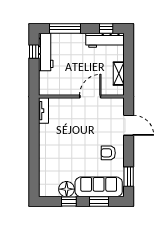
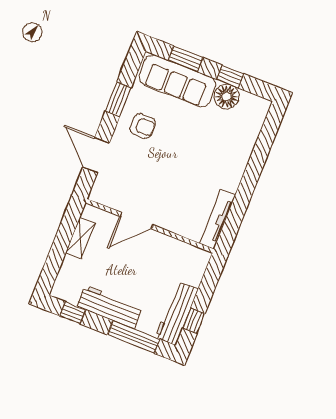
workbench: (105, 40) -> (109, 307), moved
tv unit: (44, 111) -> (218, 219), width x1.41
window: (129, 177) -> (118, 99), moved

